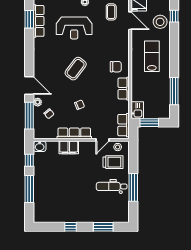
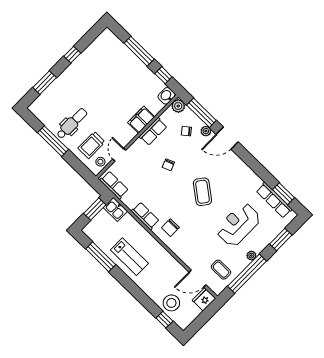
lab bench: (152, 56) -> (129, 257), moved
plant: (39, 133) -> (178, 106), added
row of seats: (74, 133) -> (153, 131), width x0.68

